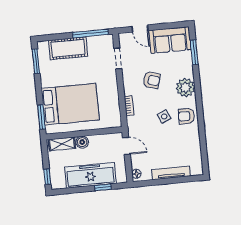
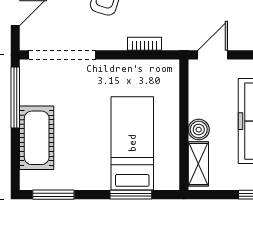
doorway: (118, 58) -> (62, 55), width x1.87
bed: (70, 104) -> (132, 143), width x0.67
window: (41, 117) -> (131, 195), moved

